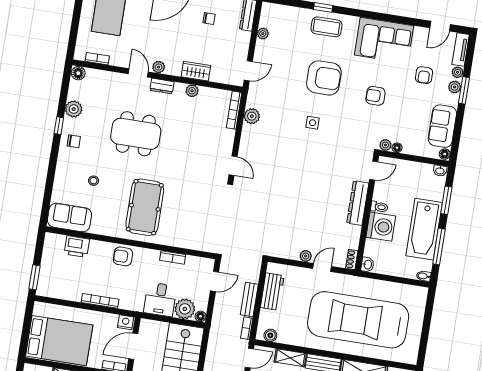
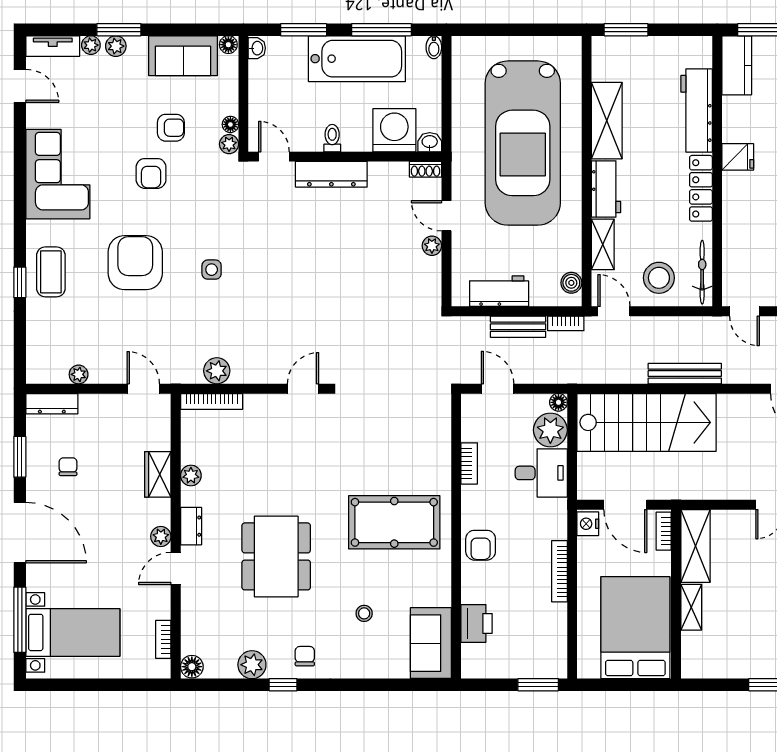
armchair: (424, 75) -> (171, 128), moved
washing machine: (381, 227) -> (394, 130), moved

